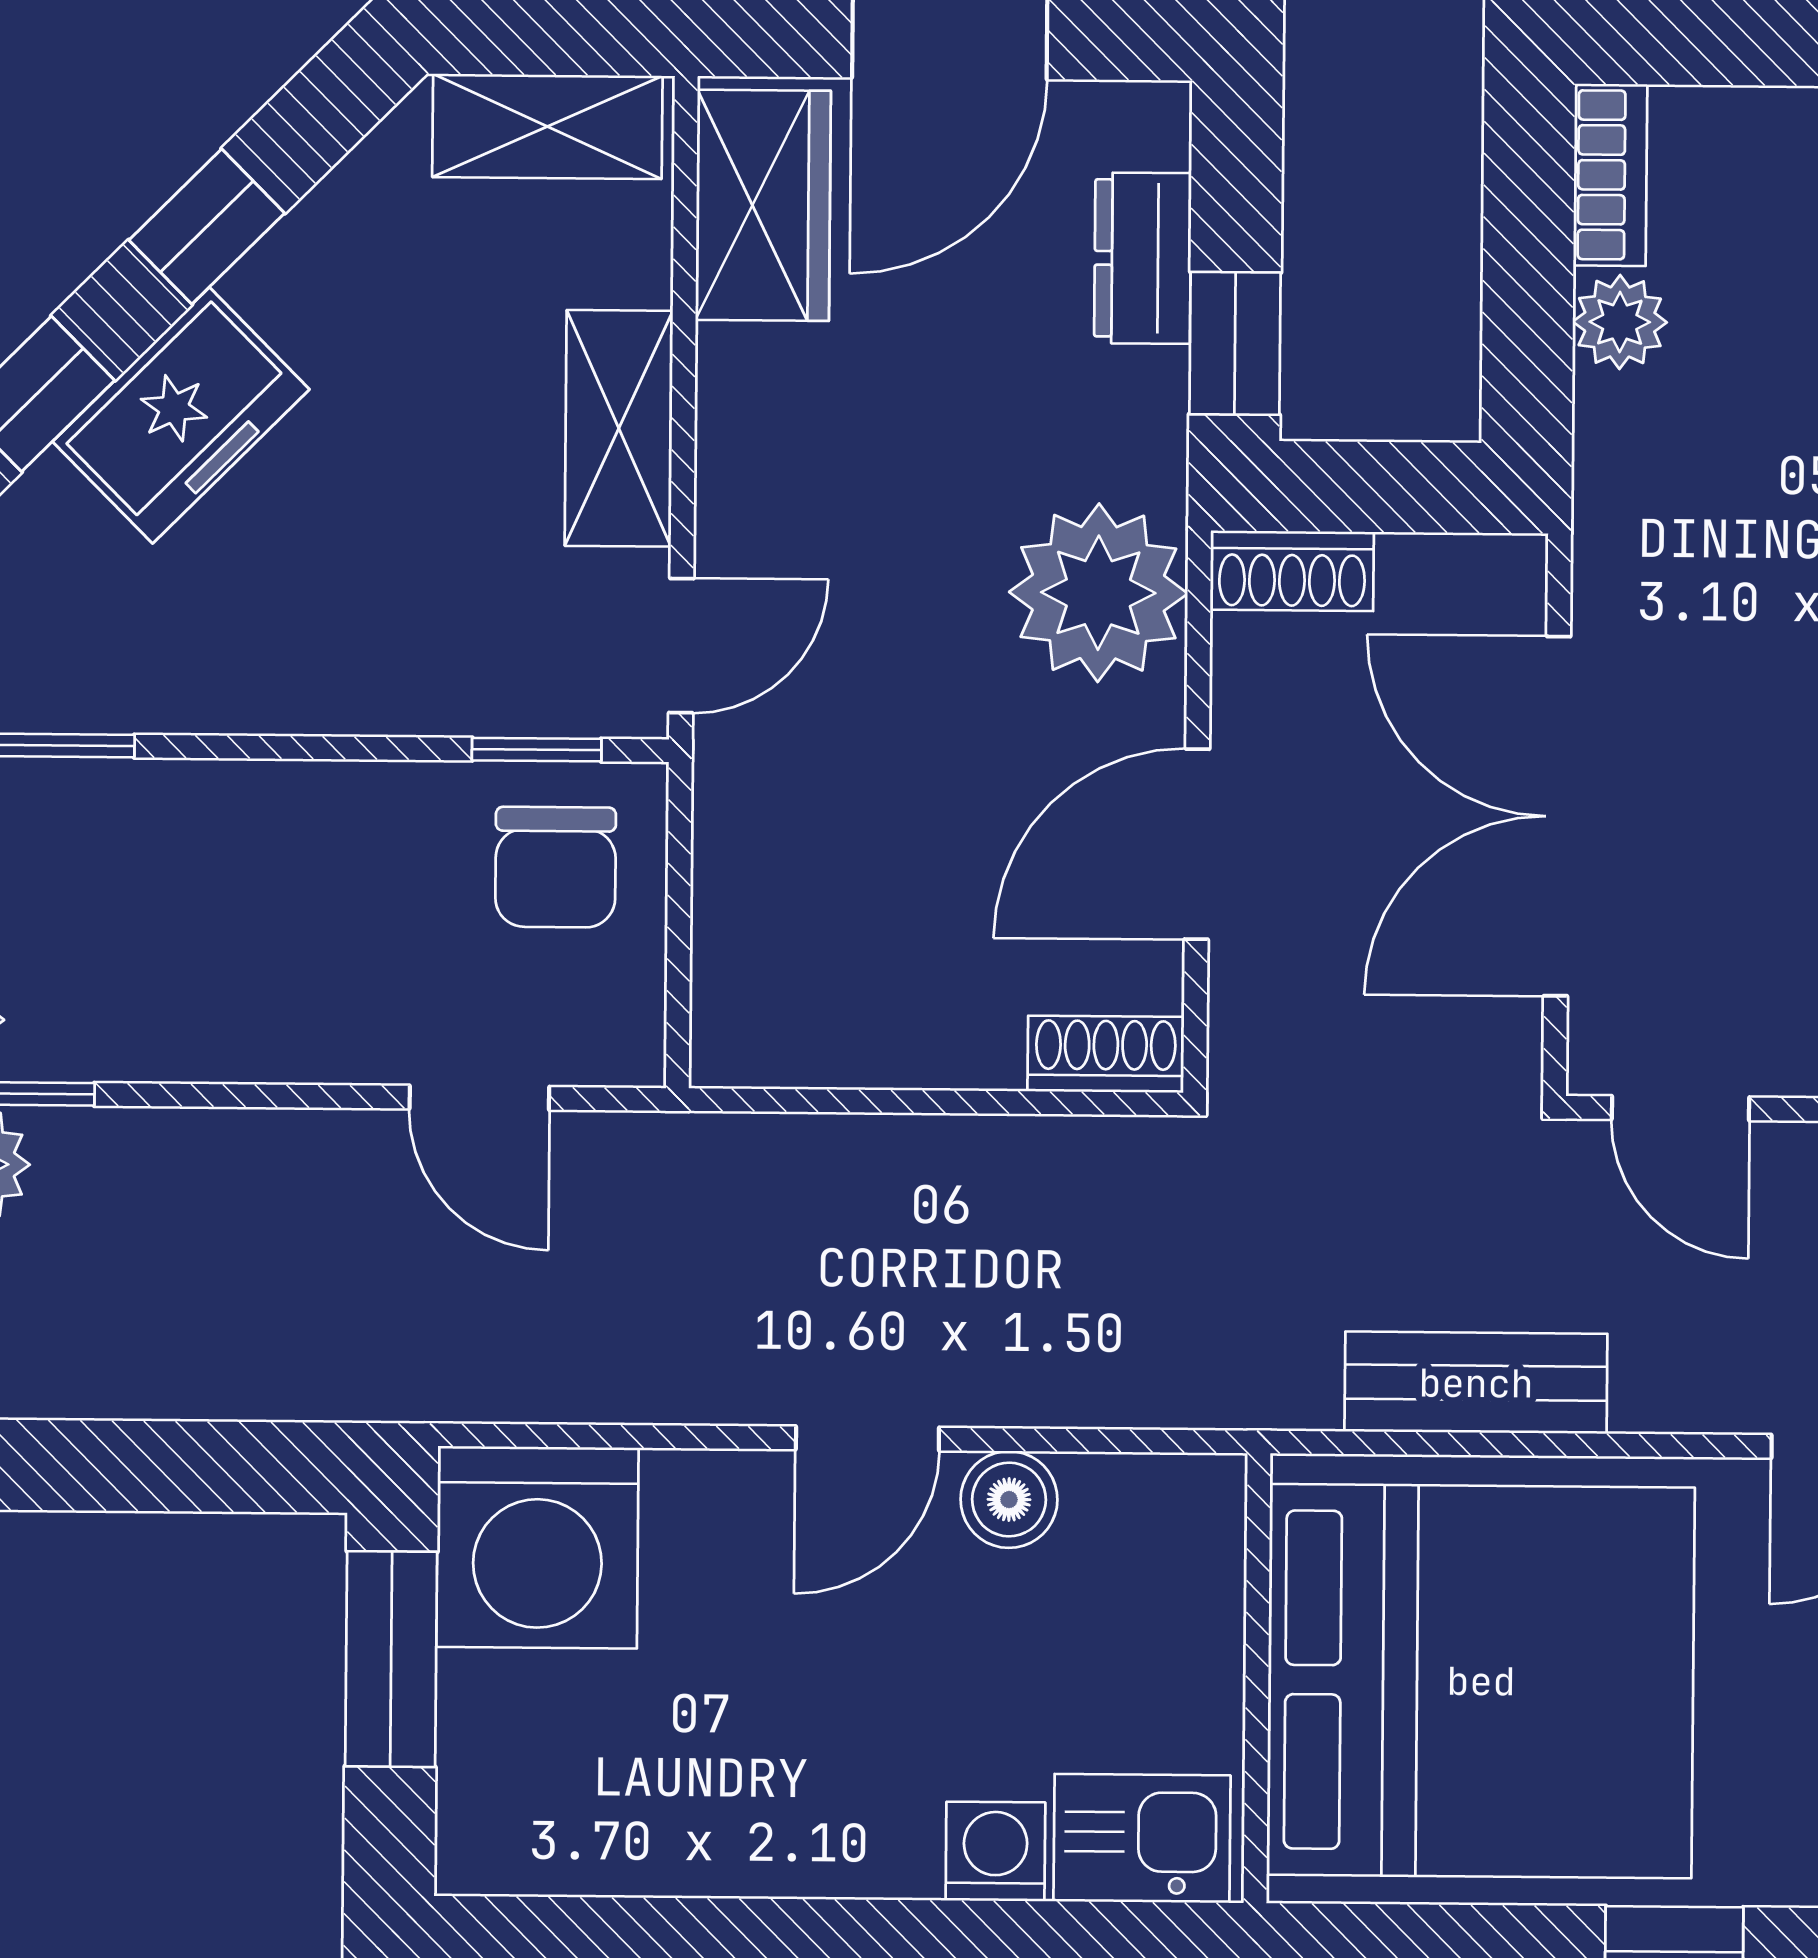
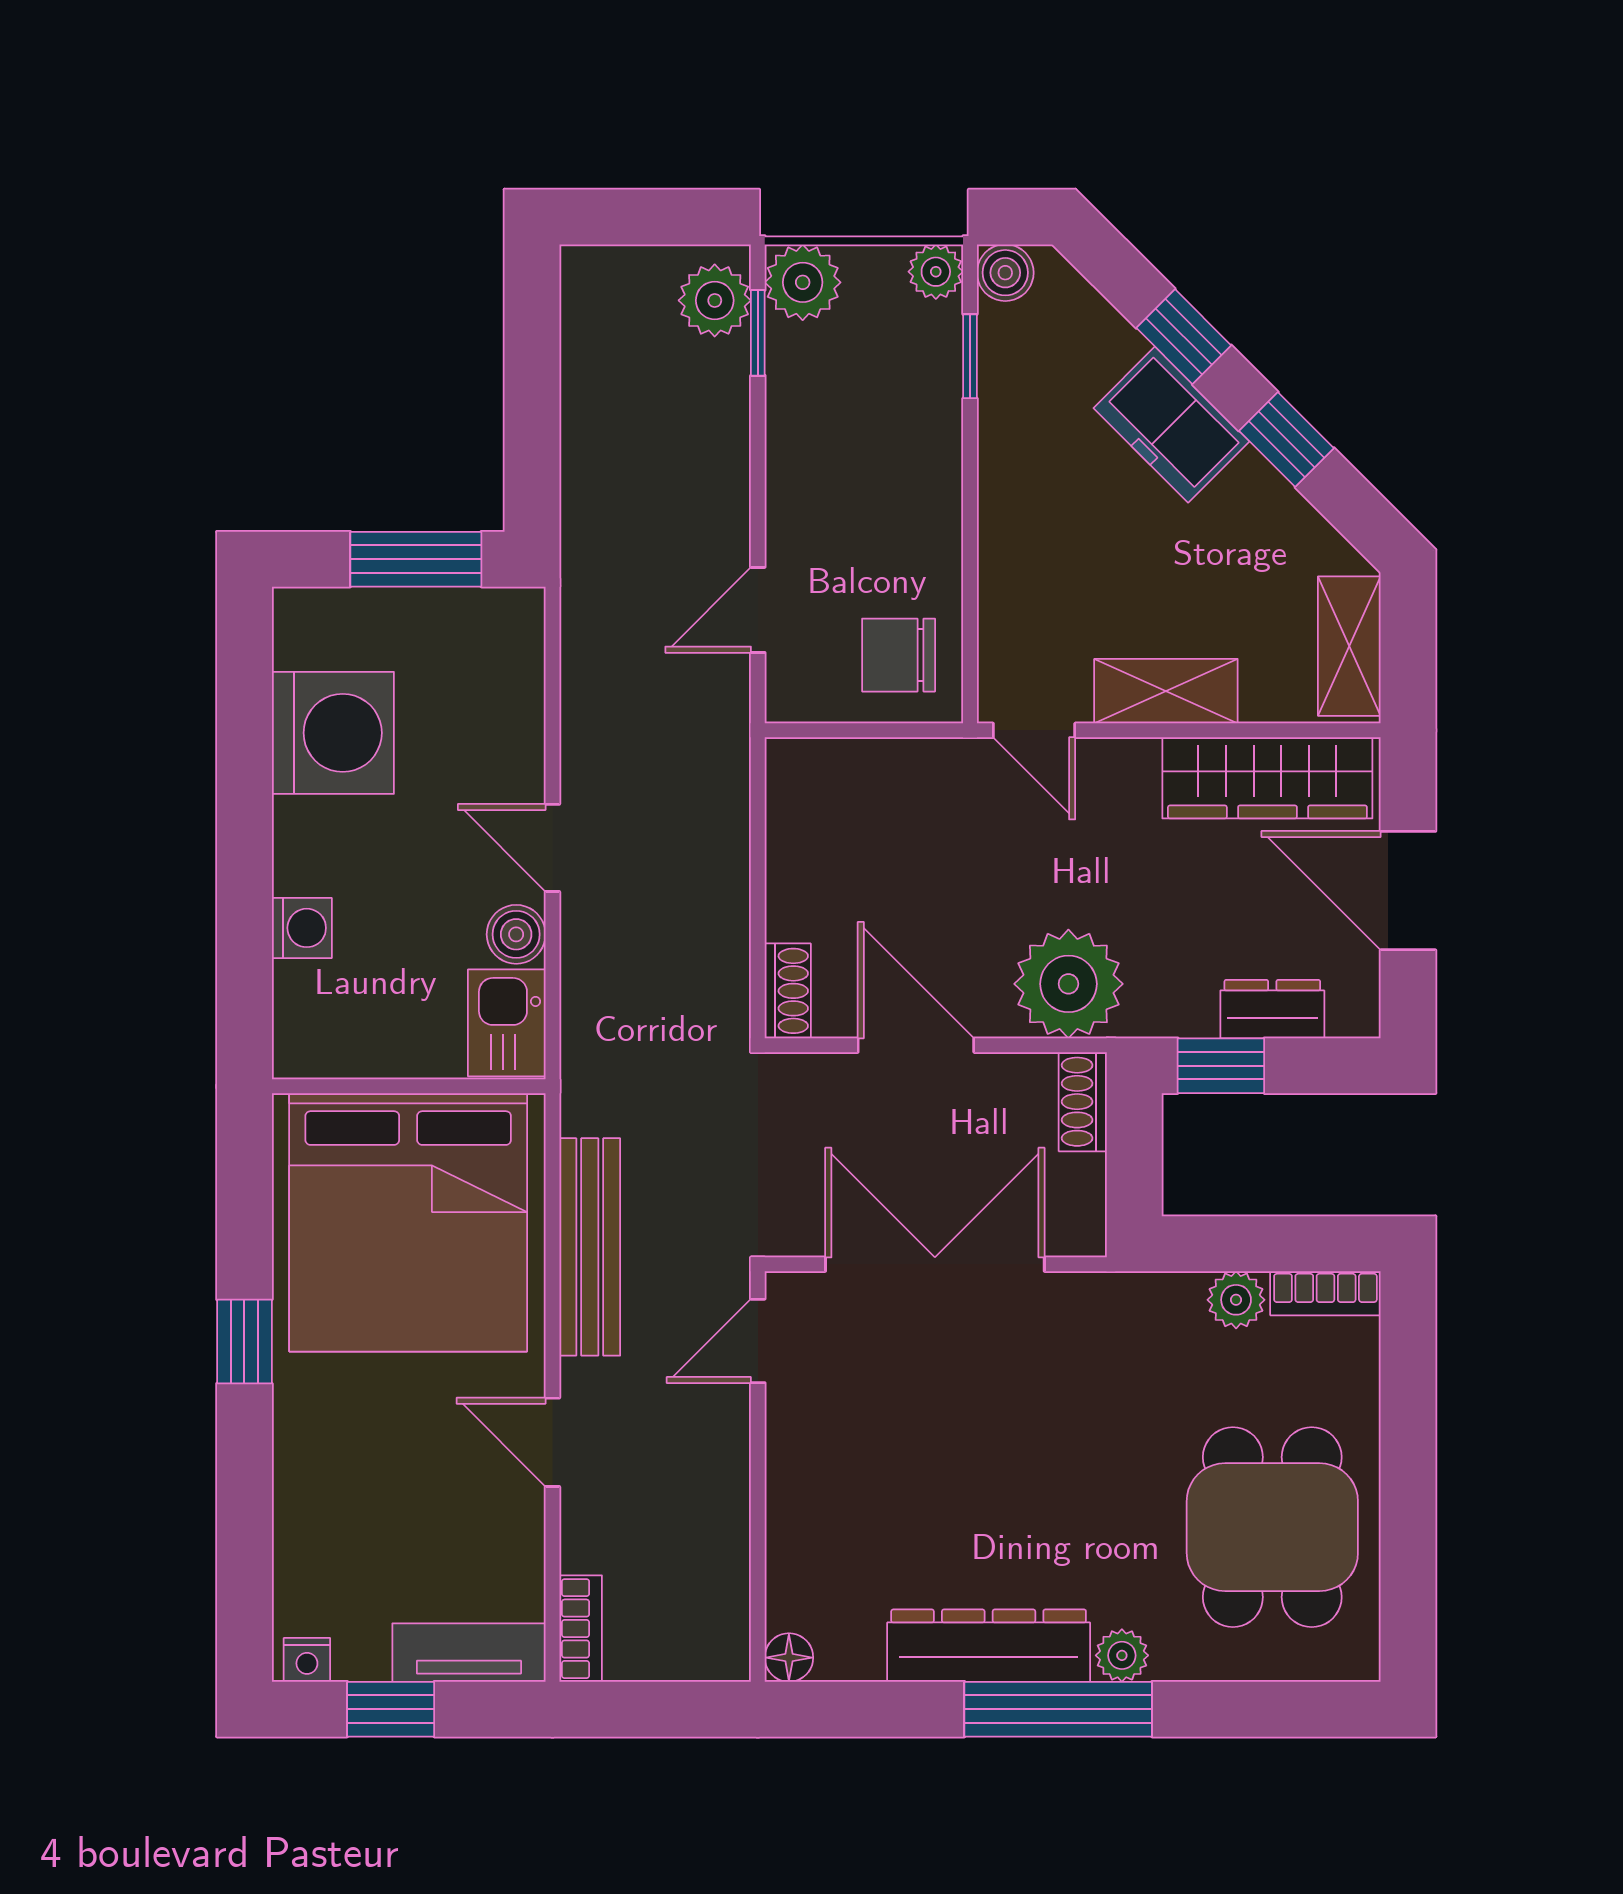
wardrobe: (763, 205) -> (1267, 778), width x1.50
window: (537, 750) -> (970, 643), removed
bench: (1476, 1383) -> (590, 1247), width x1.36
washing machine: (537, 1547) -> (333, 733), moved, turned 180
kitchen sink: (1142, 1838) -> (507, 1023), moved, turned 180

